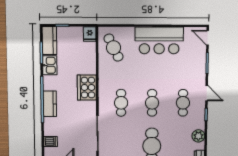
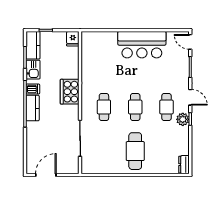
cafe table: (114, 48) -> (96, 52), removed
plant: (198, 136) -> (183, 119), moved
dishwasher: (51, 142) -> (33, 89), moved

